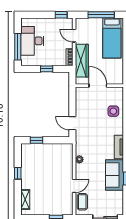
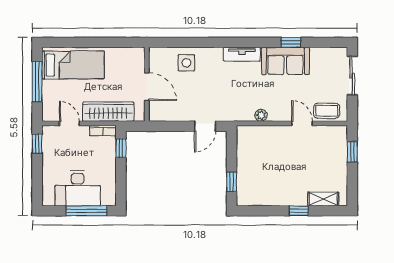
door: (74, 36) -> (69, 123), swing flipped
window: (47, 69) -> (121, 148), moved
door: (98, 86) -> (147, 87), swing flipped
window: (18, 173) -> (299, 211), moved

